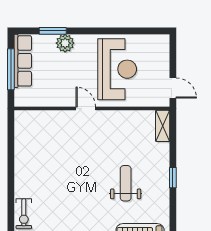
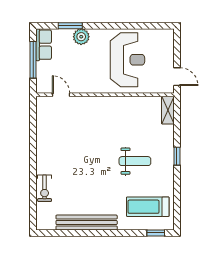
row of seats: (23, 61) -> (44, 45), width x0.68
door: (86, 109) -> (61, 95), moved
weight bench: (126, 183) -> (135, 161), turned 90

